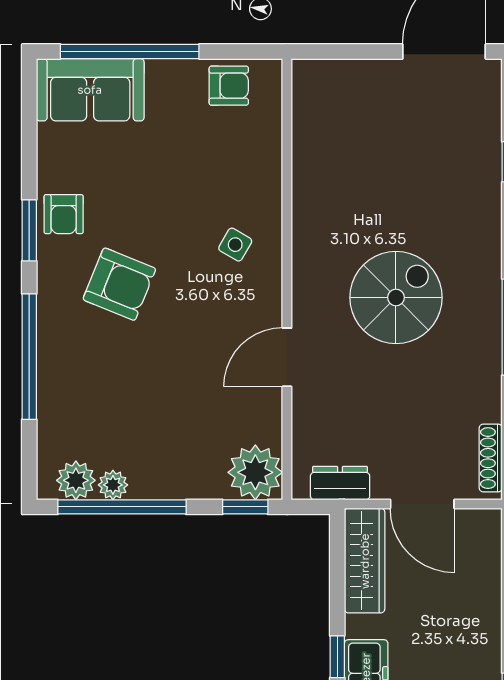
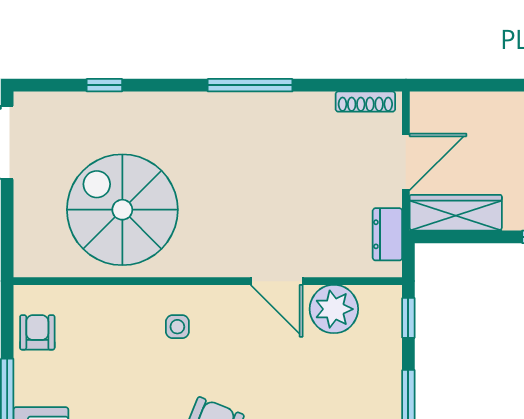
side table: (235, 245) -> (177, 327), turned -30
spiral stairs: (396, 297) -> (122, 210), moved, width x1.37, depth x1.37
plant: (255, 472) -> (334, 309), moved

